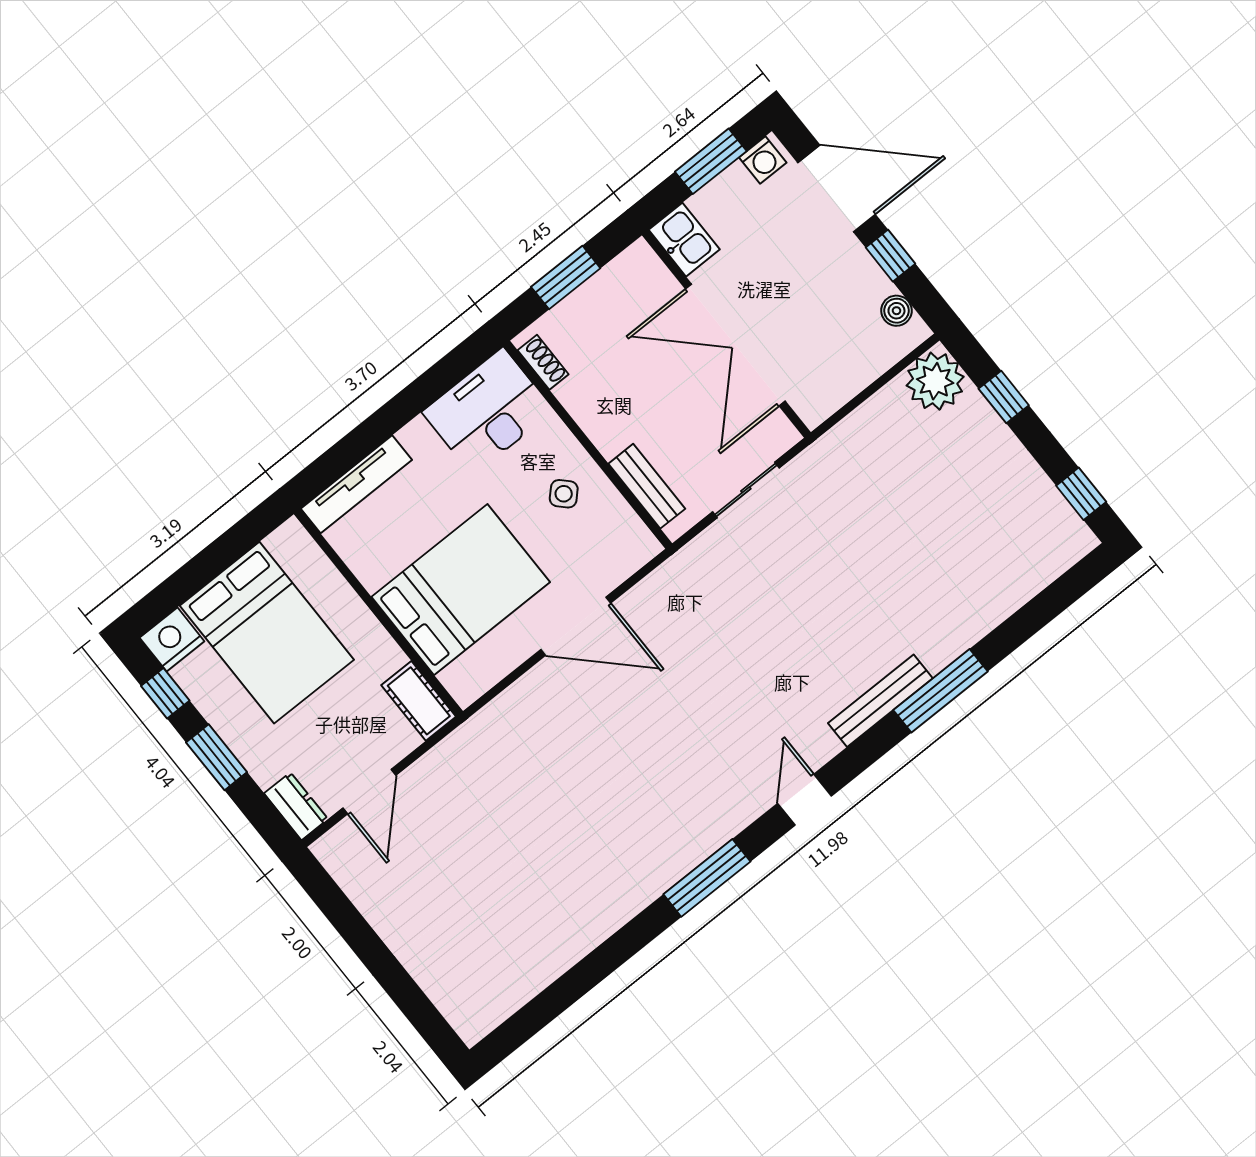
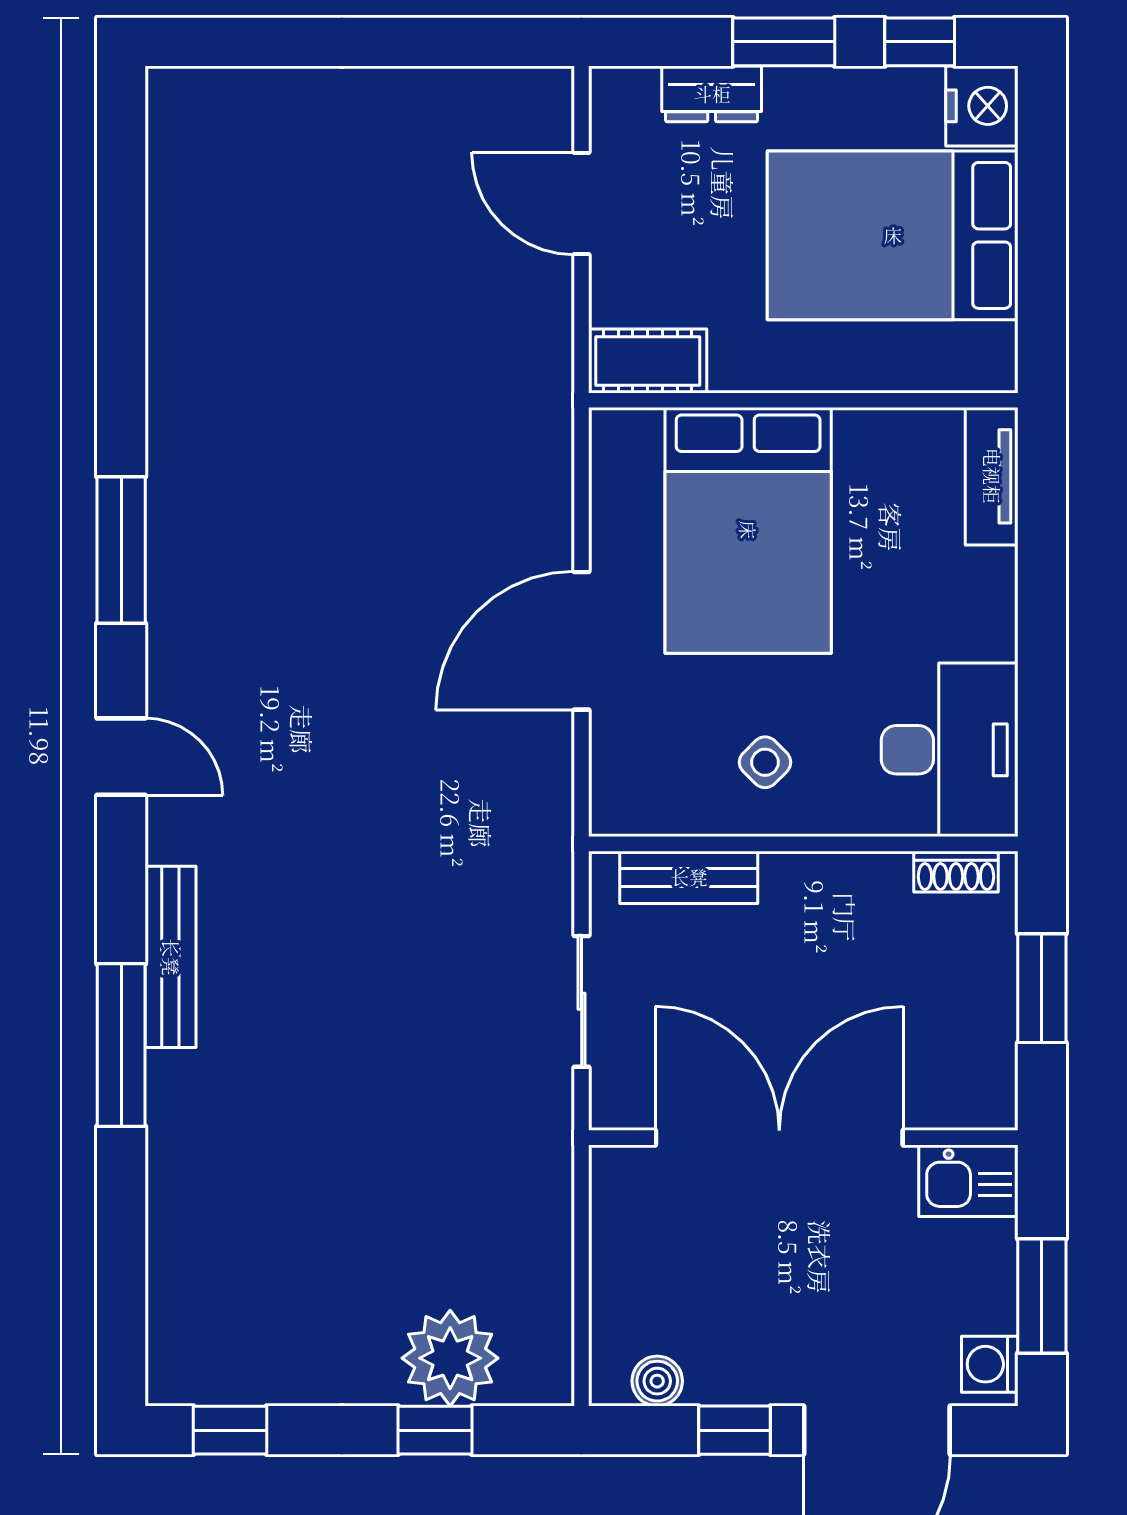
plant: (935, 381) -> (450, 1358), moved
tv unit: (356, 484) -> (992, 476), width x0.71
dresser: (296, 806) -> (712, 94), moved

